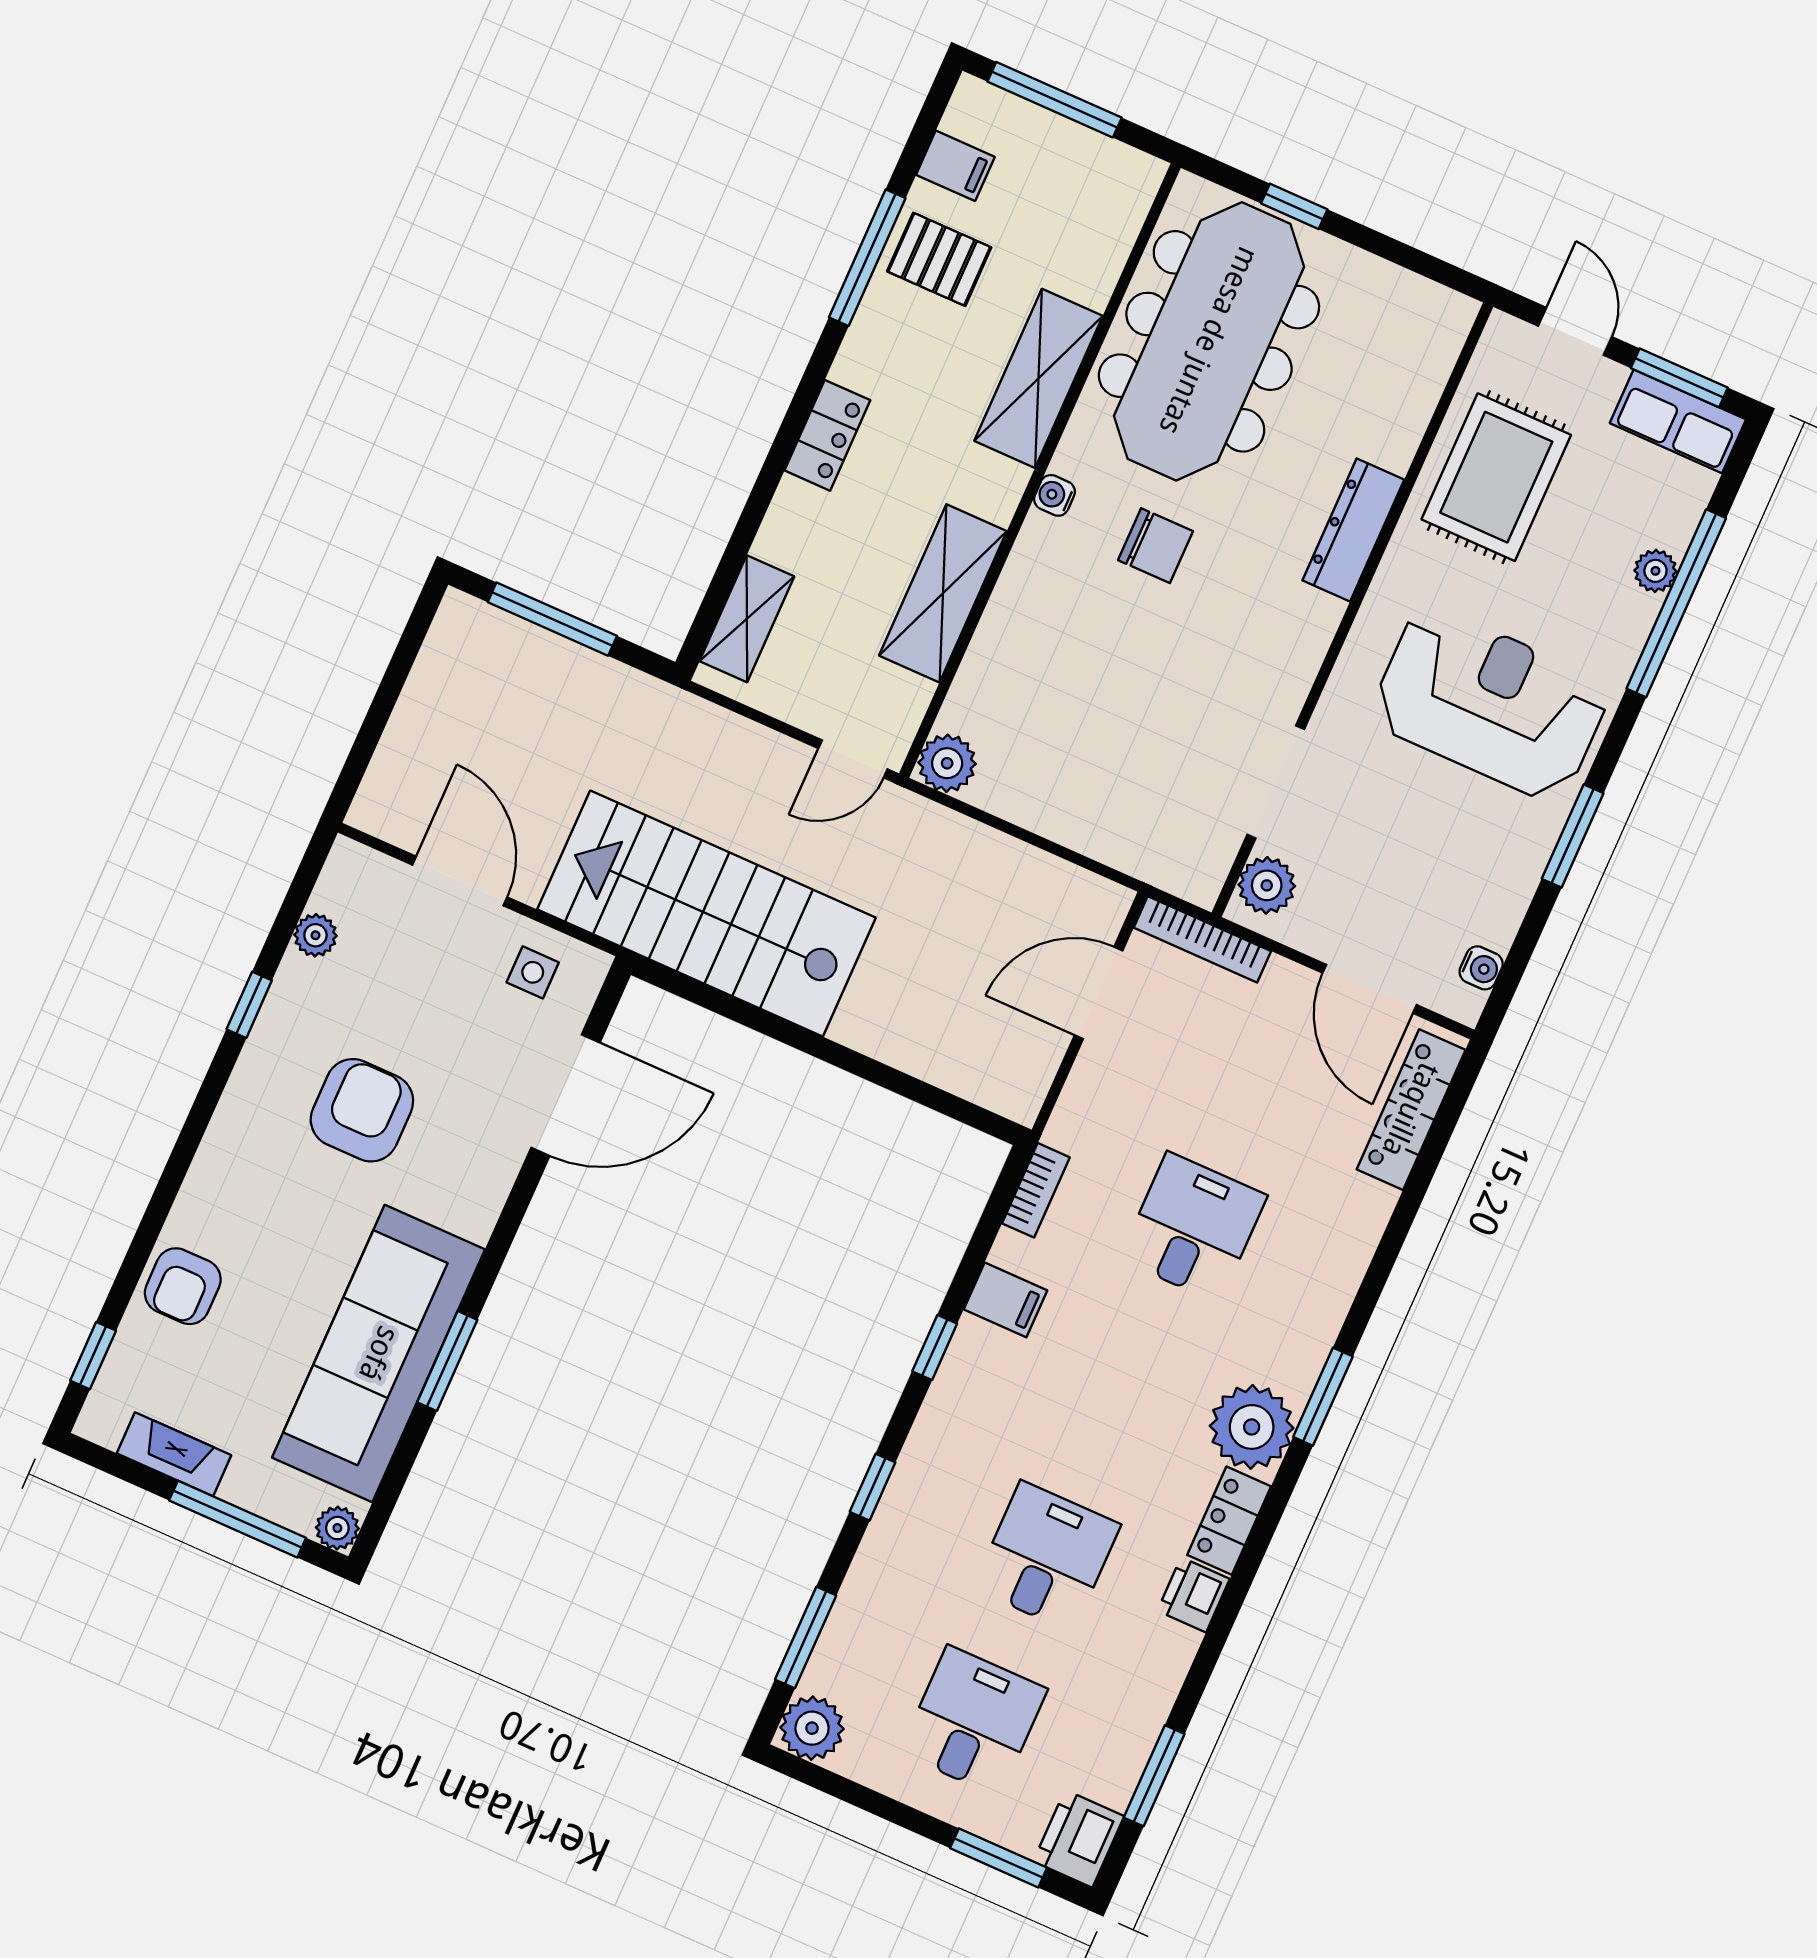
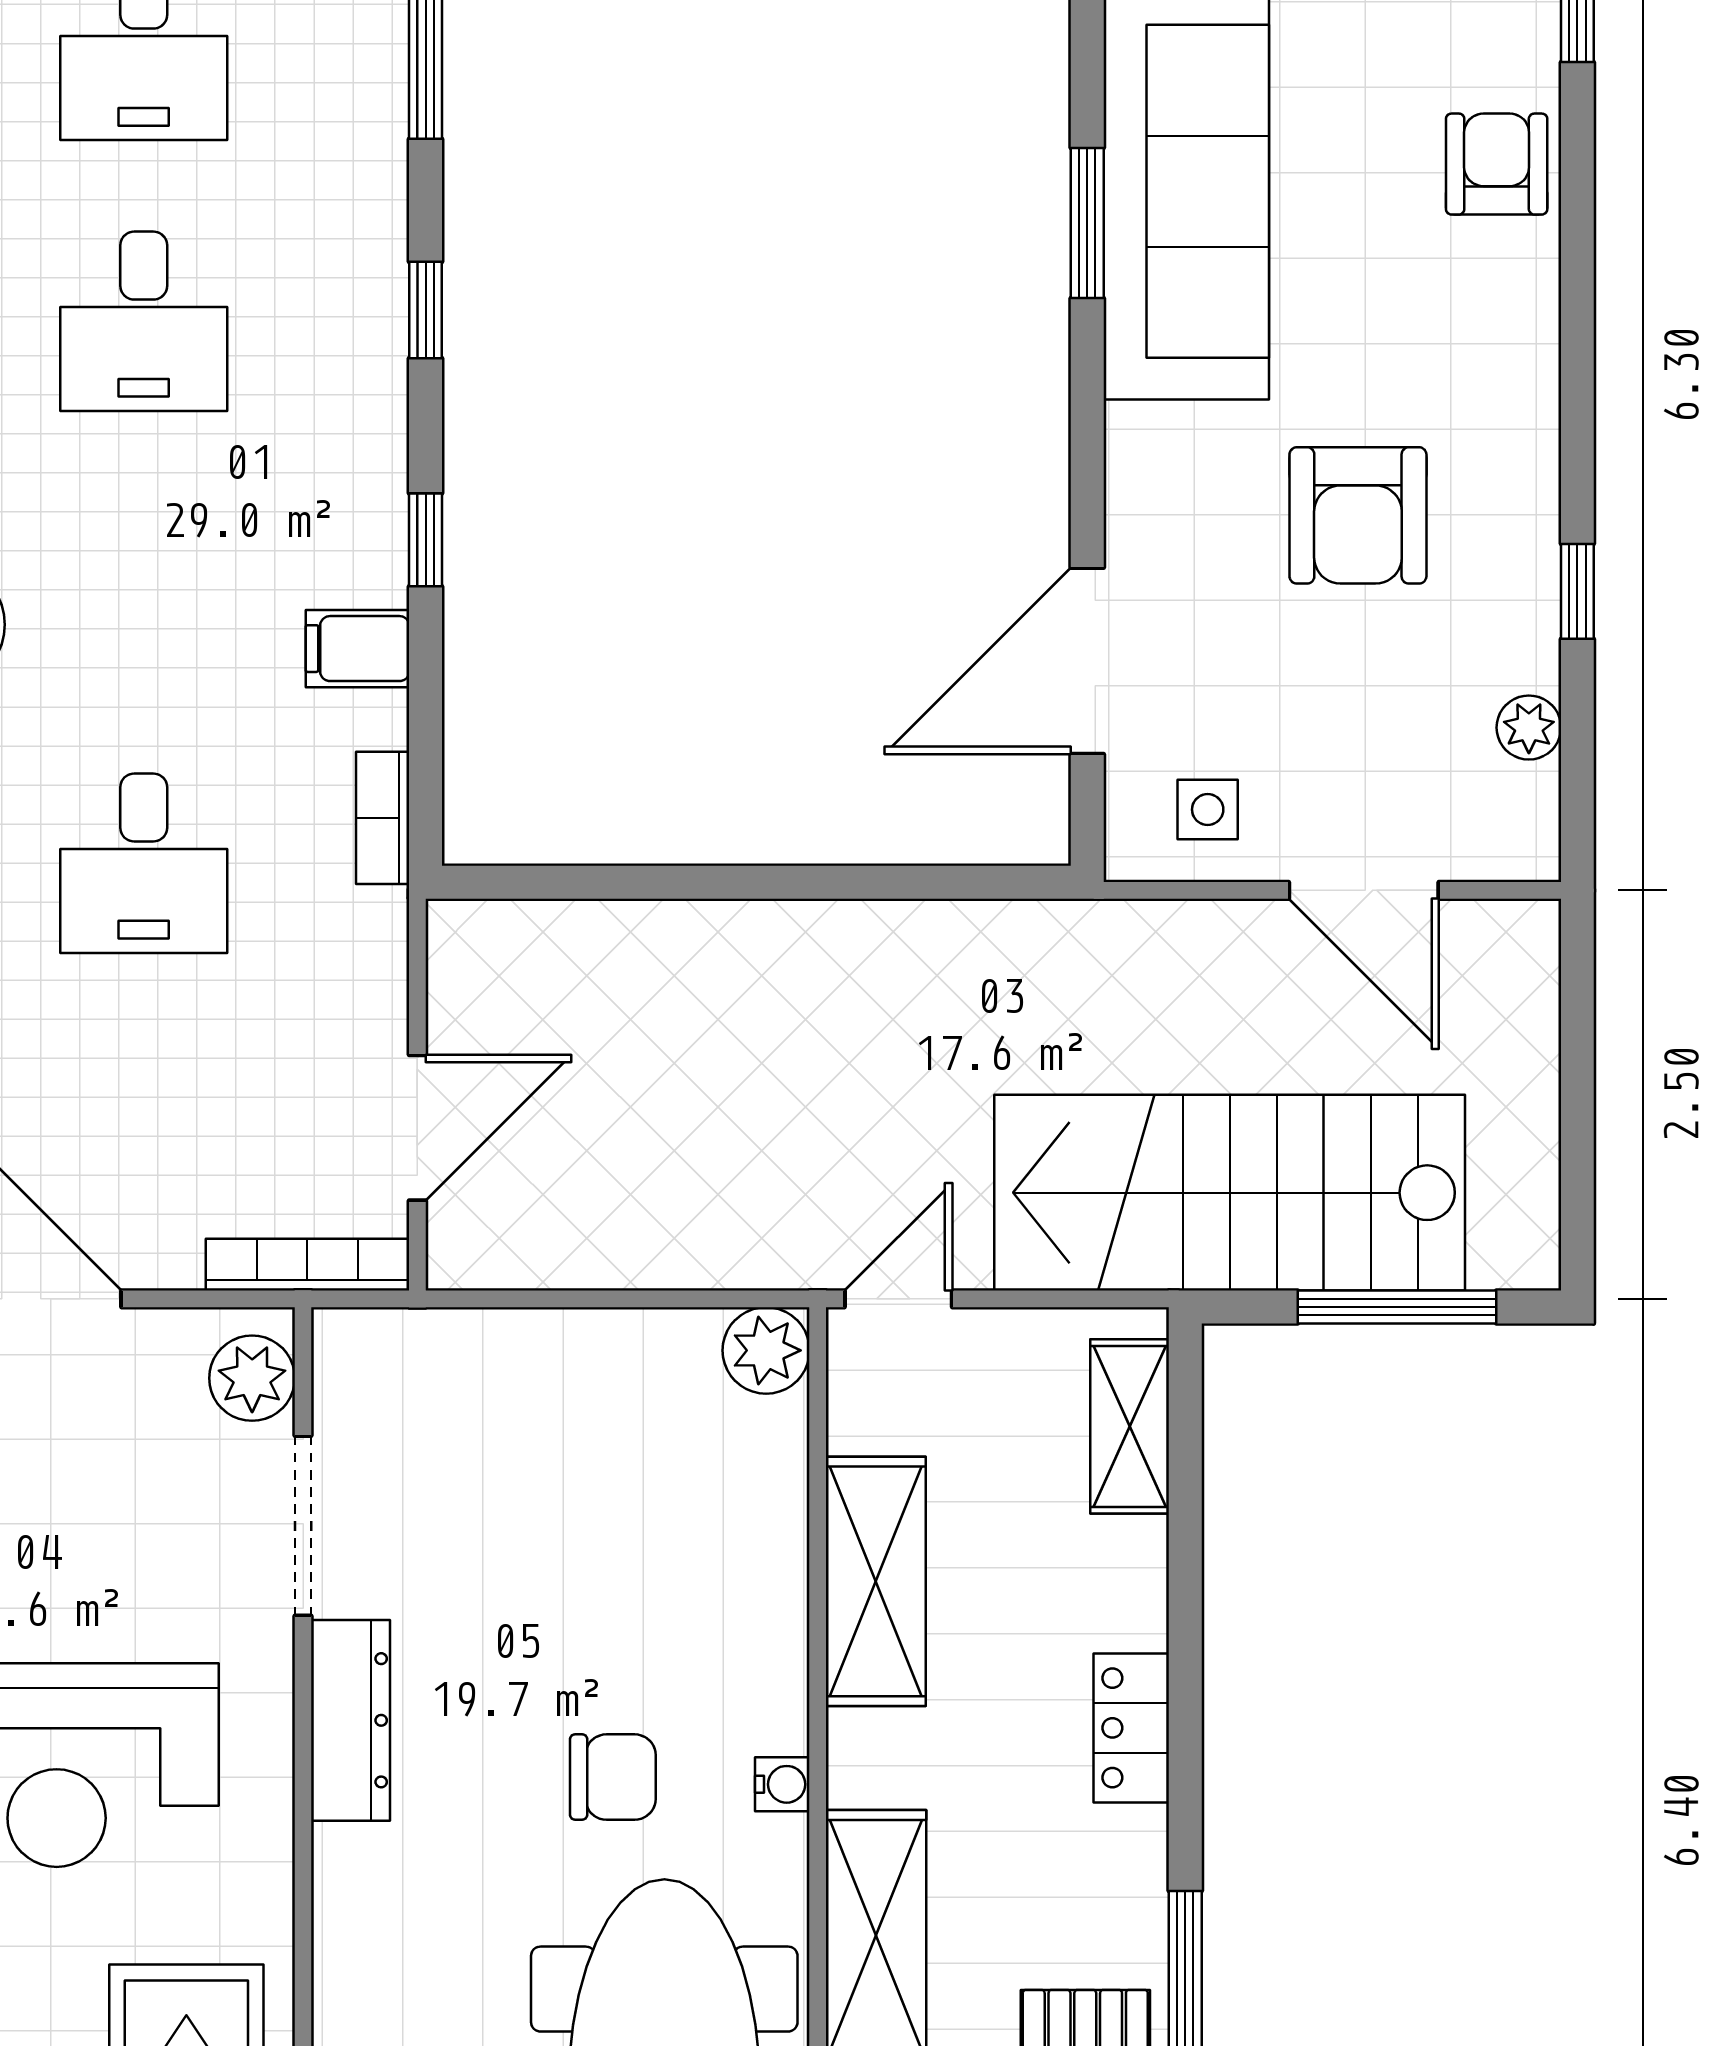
dresser: (1353, 530) -> (350, 1720), moved
chair: (1155, 546) -> (613, 1777), turned 180
stairs: (706, 914) -> (1230, 1193), moved, turned 180

